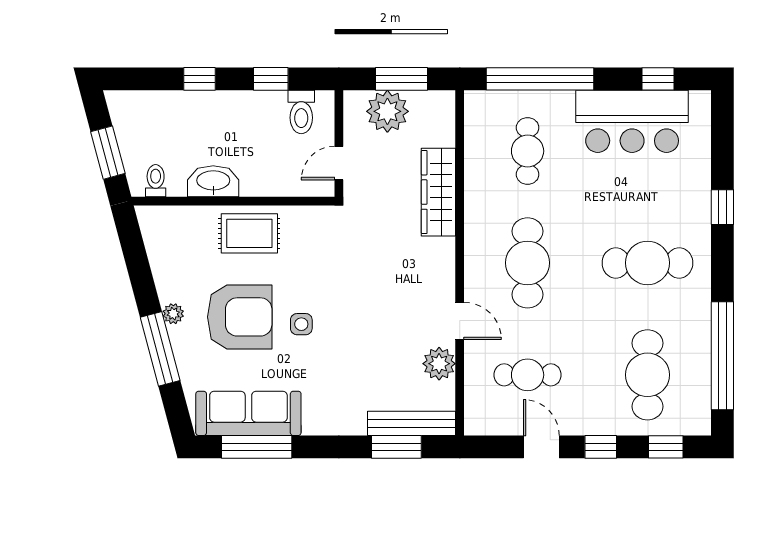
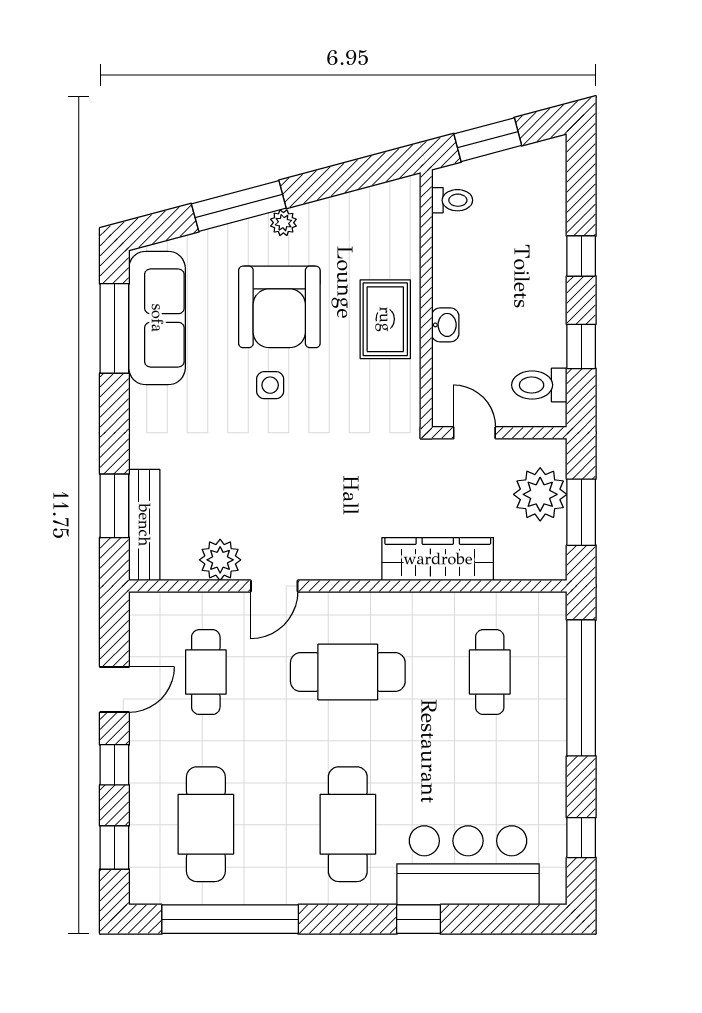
bar counter: (632, 121) -> (468, 865), moved, turned 90
cafe table: (528, 151) -> (490, 672), turned 90
washbasin: (213, 181) -> (445, 325), moved, width x0.52, depth x0.69
cafe table: (647, 375) -> (206, 824), turned 90

